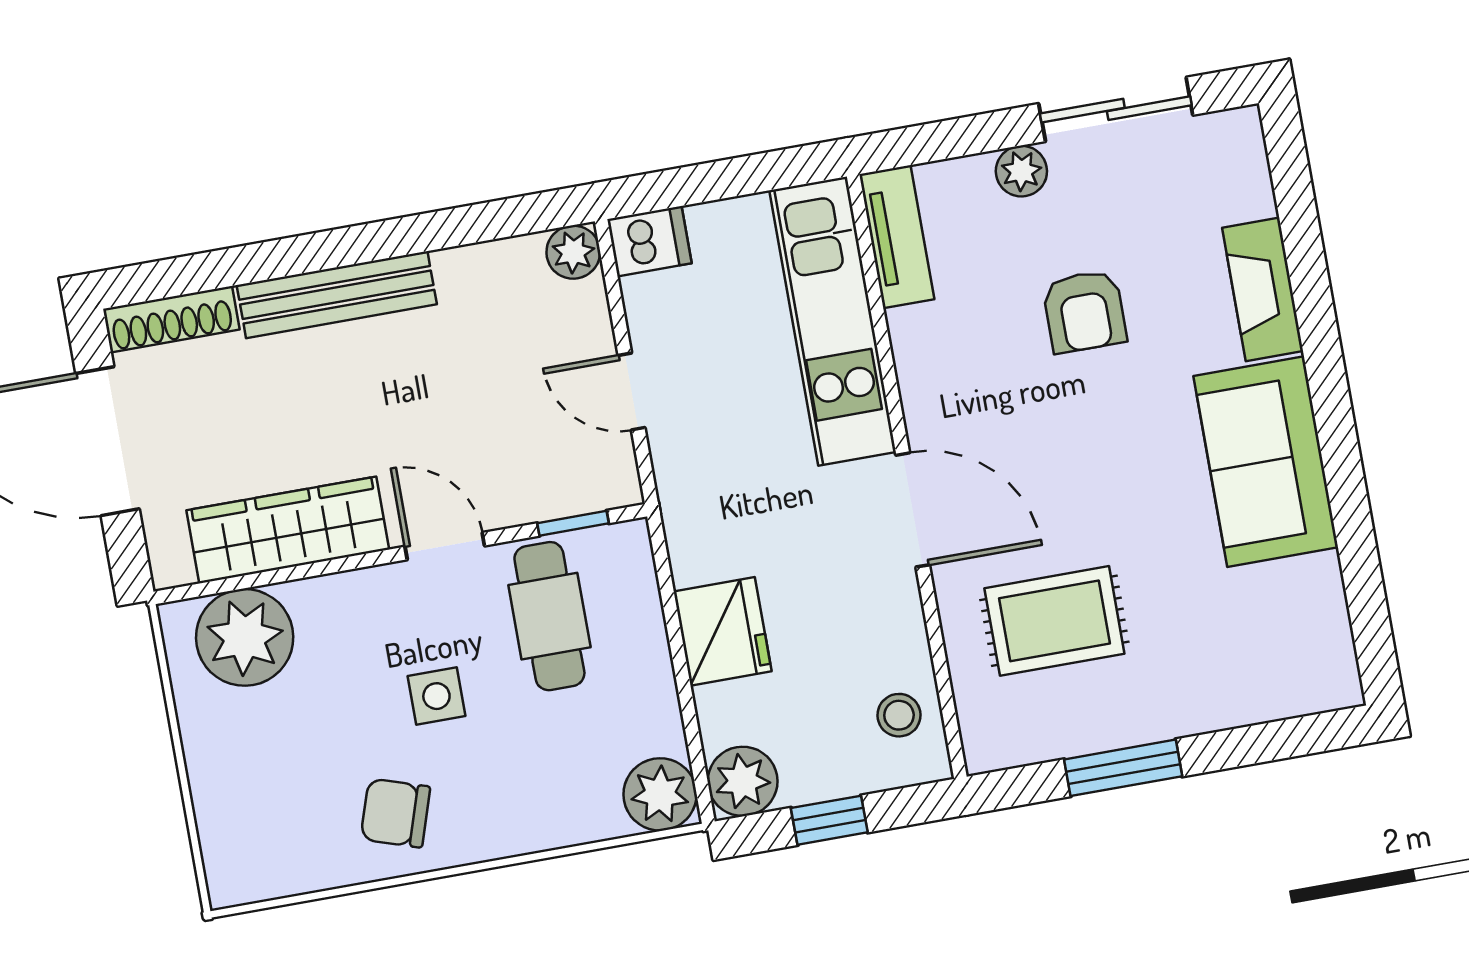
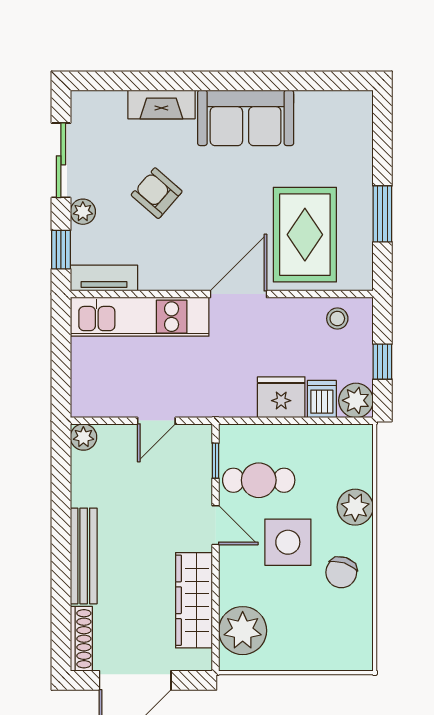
window: (938, 141) -> (61, 250), added
dishwasher: (649, 241) -> (322, 399), moved
armchair: (1084, 311) -> (157, 193), turned -139
door: (445, 546) -> (216, 525), swing flipped
rug: (1054, 621) -> (305, 235), width x1.36, depth x1.43
side table: (436, 696) -> (288, 542), width x1.87, depth x1.87
plant: (660, 794) -> (355, 507), moved

